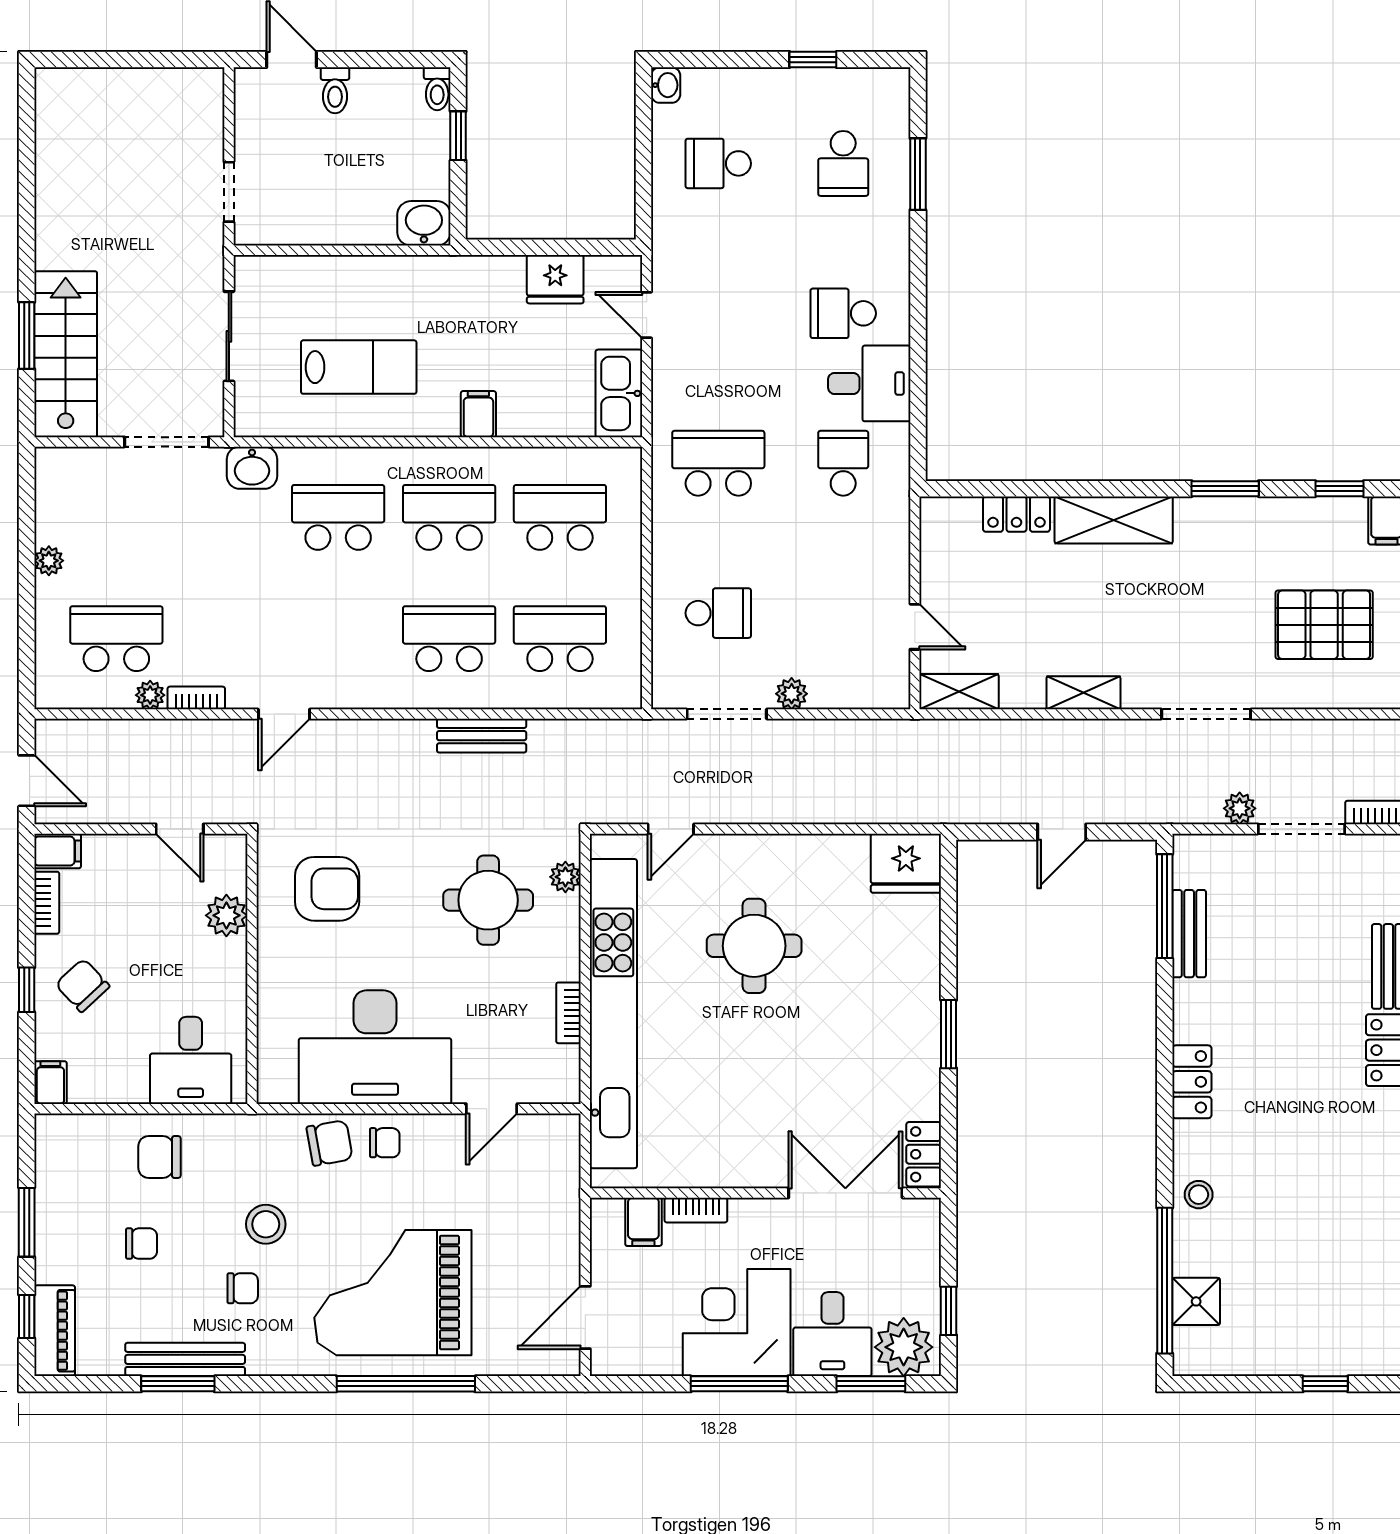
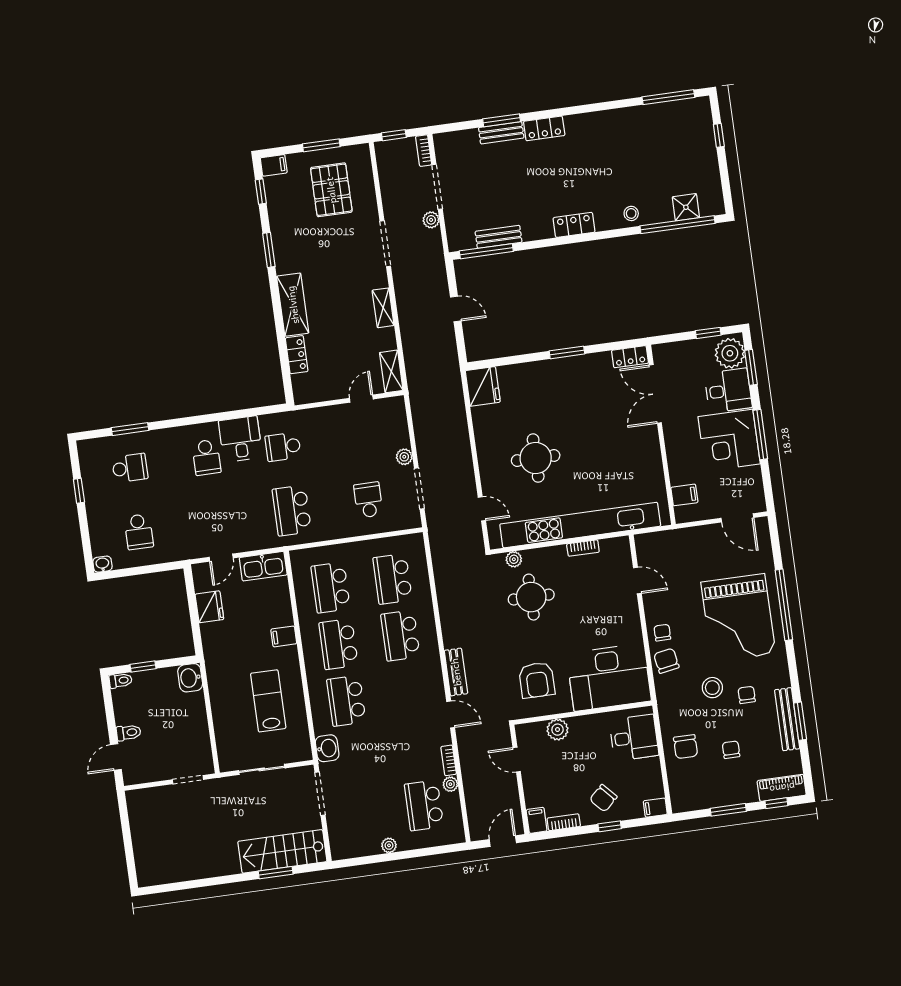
bench: (482, 736) -> (456, 672), moved
door: (180, 829) -> (517, 760), swing flipped
armchair: (327, 889) -> (537, 680), turned 180
desk: (375, 1047) -> (609, 677), moved, turned 90
bookcase: (696, 1210) -> (675, 469), removed

